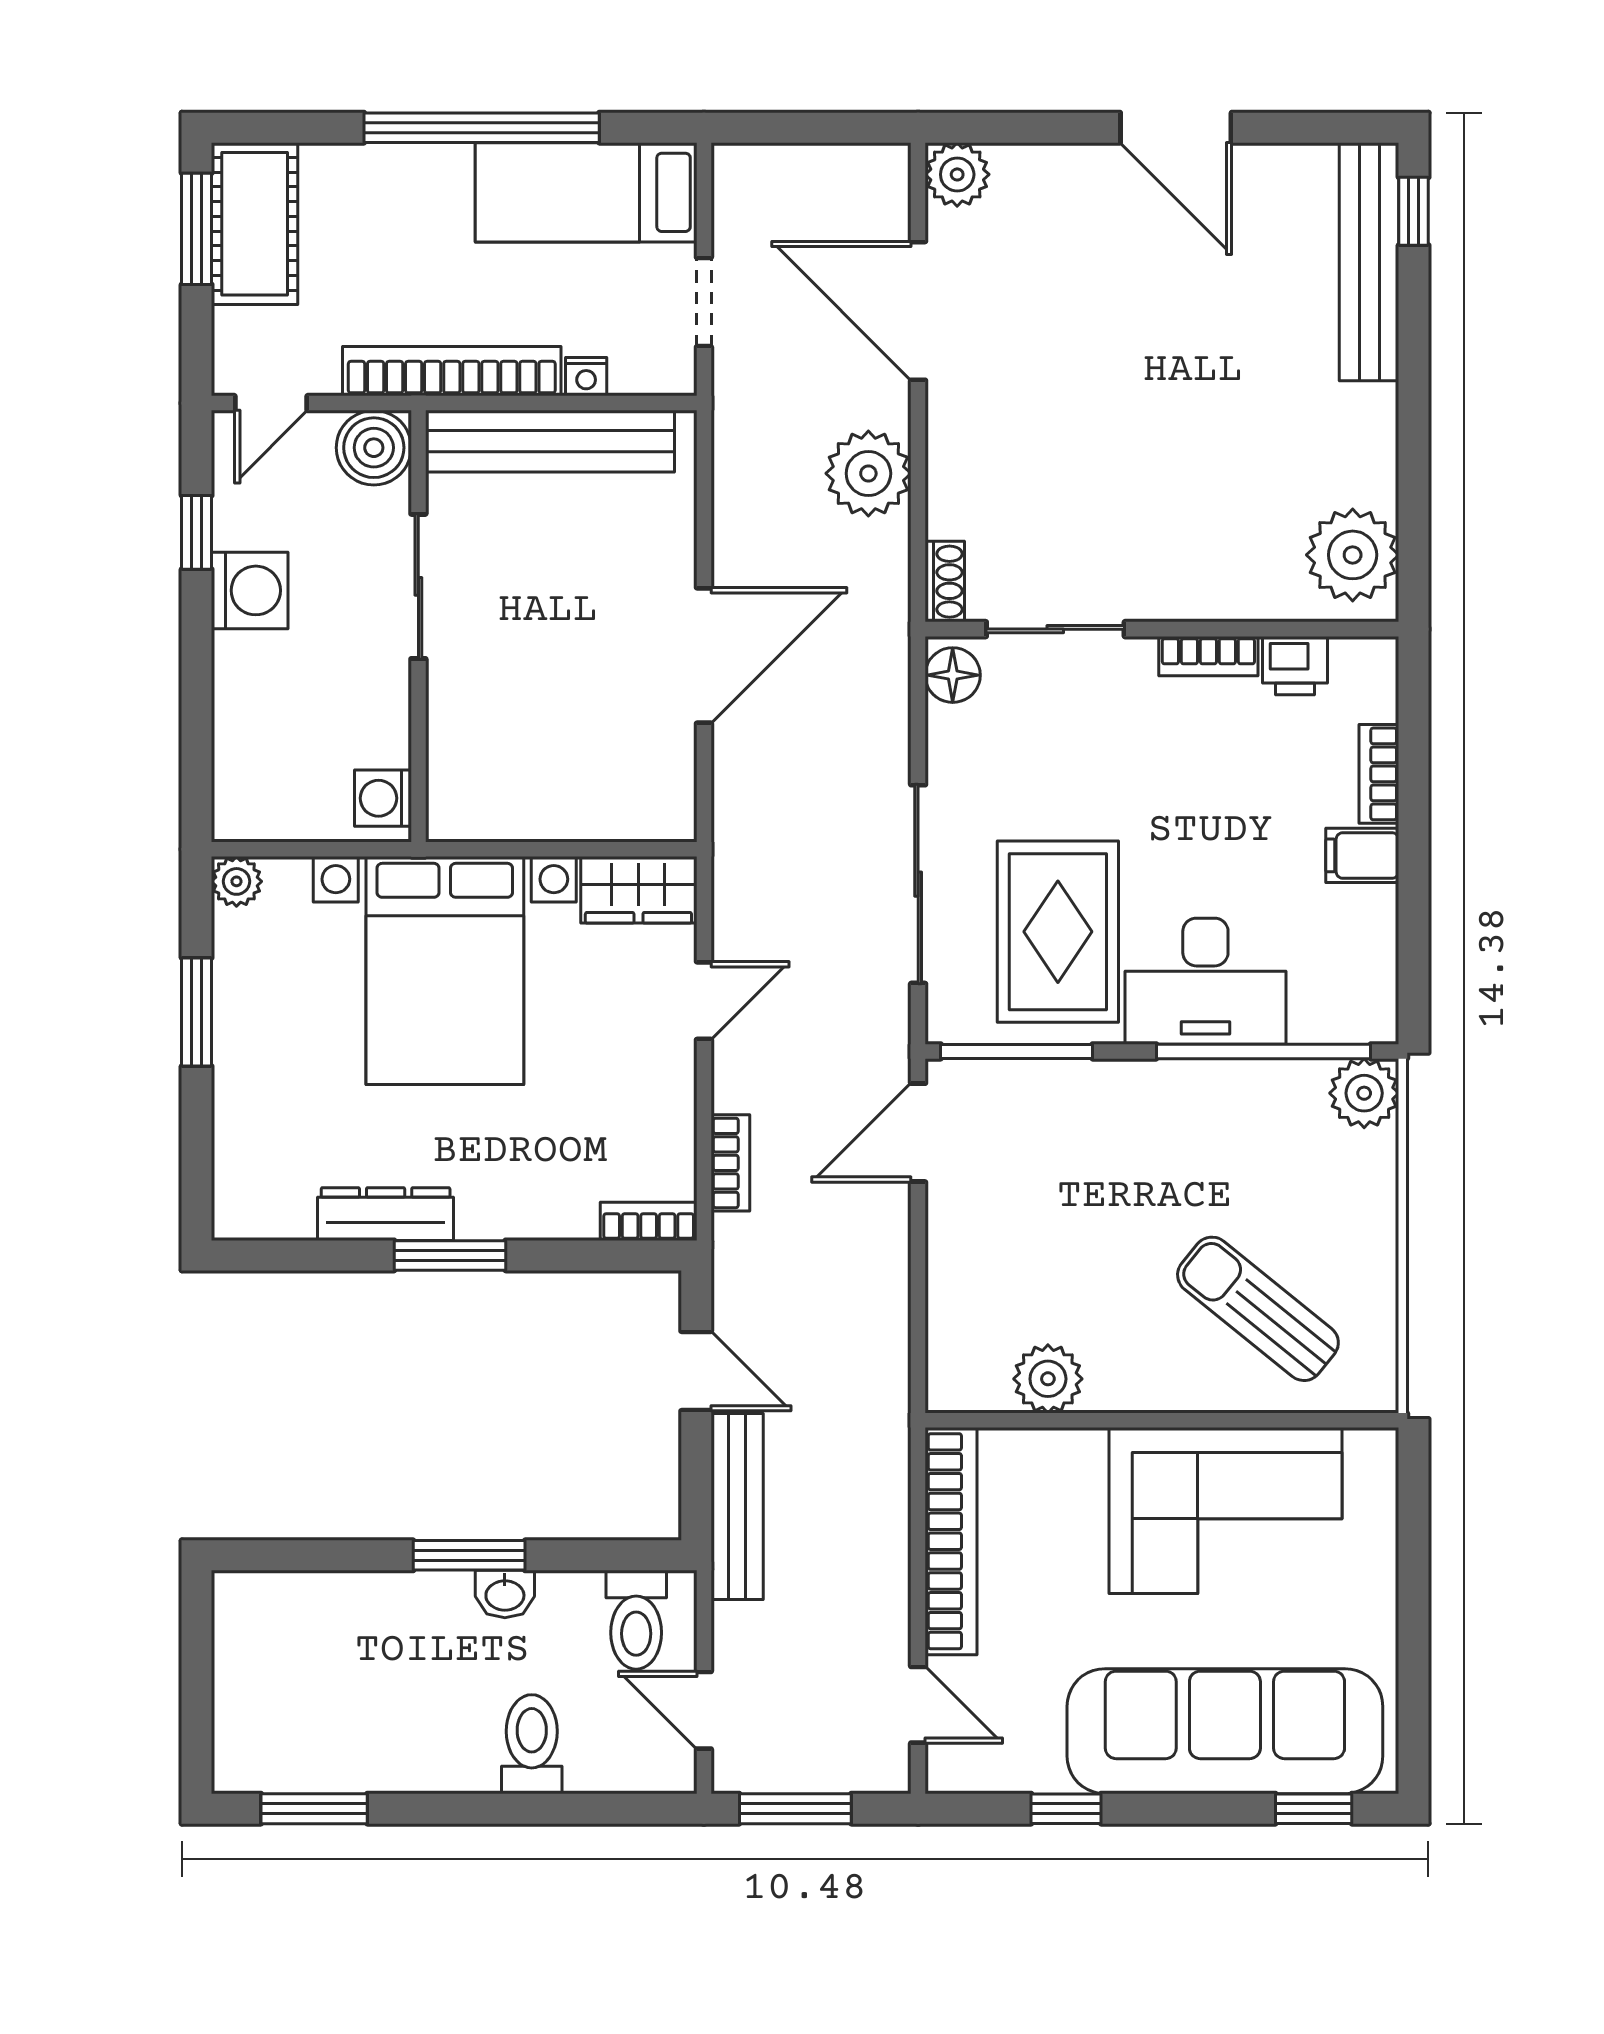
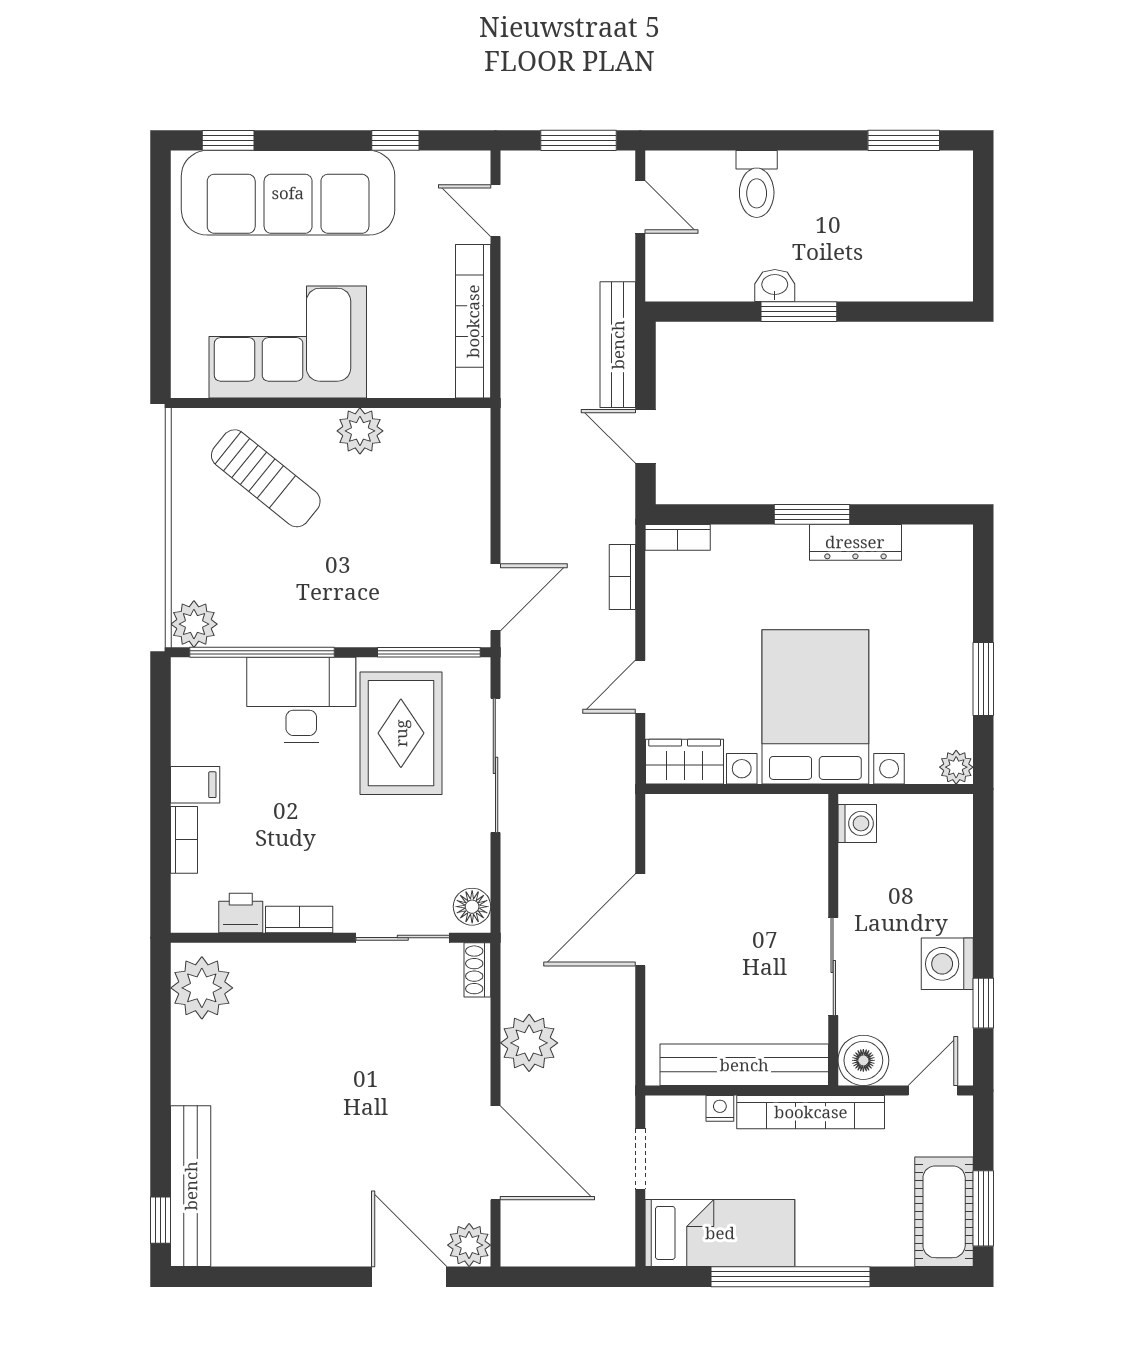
door: (1176, 128) -> (409, 1277), moved
plant: (1048, 1379) -> (360, 431), moved
toilet: (636, 1620) -> (686, 268), removed

